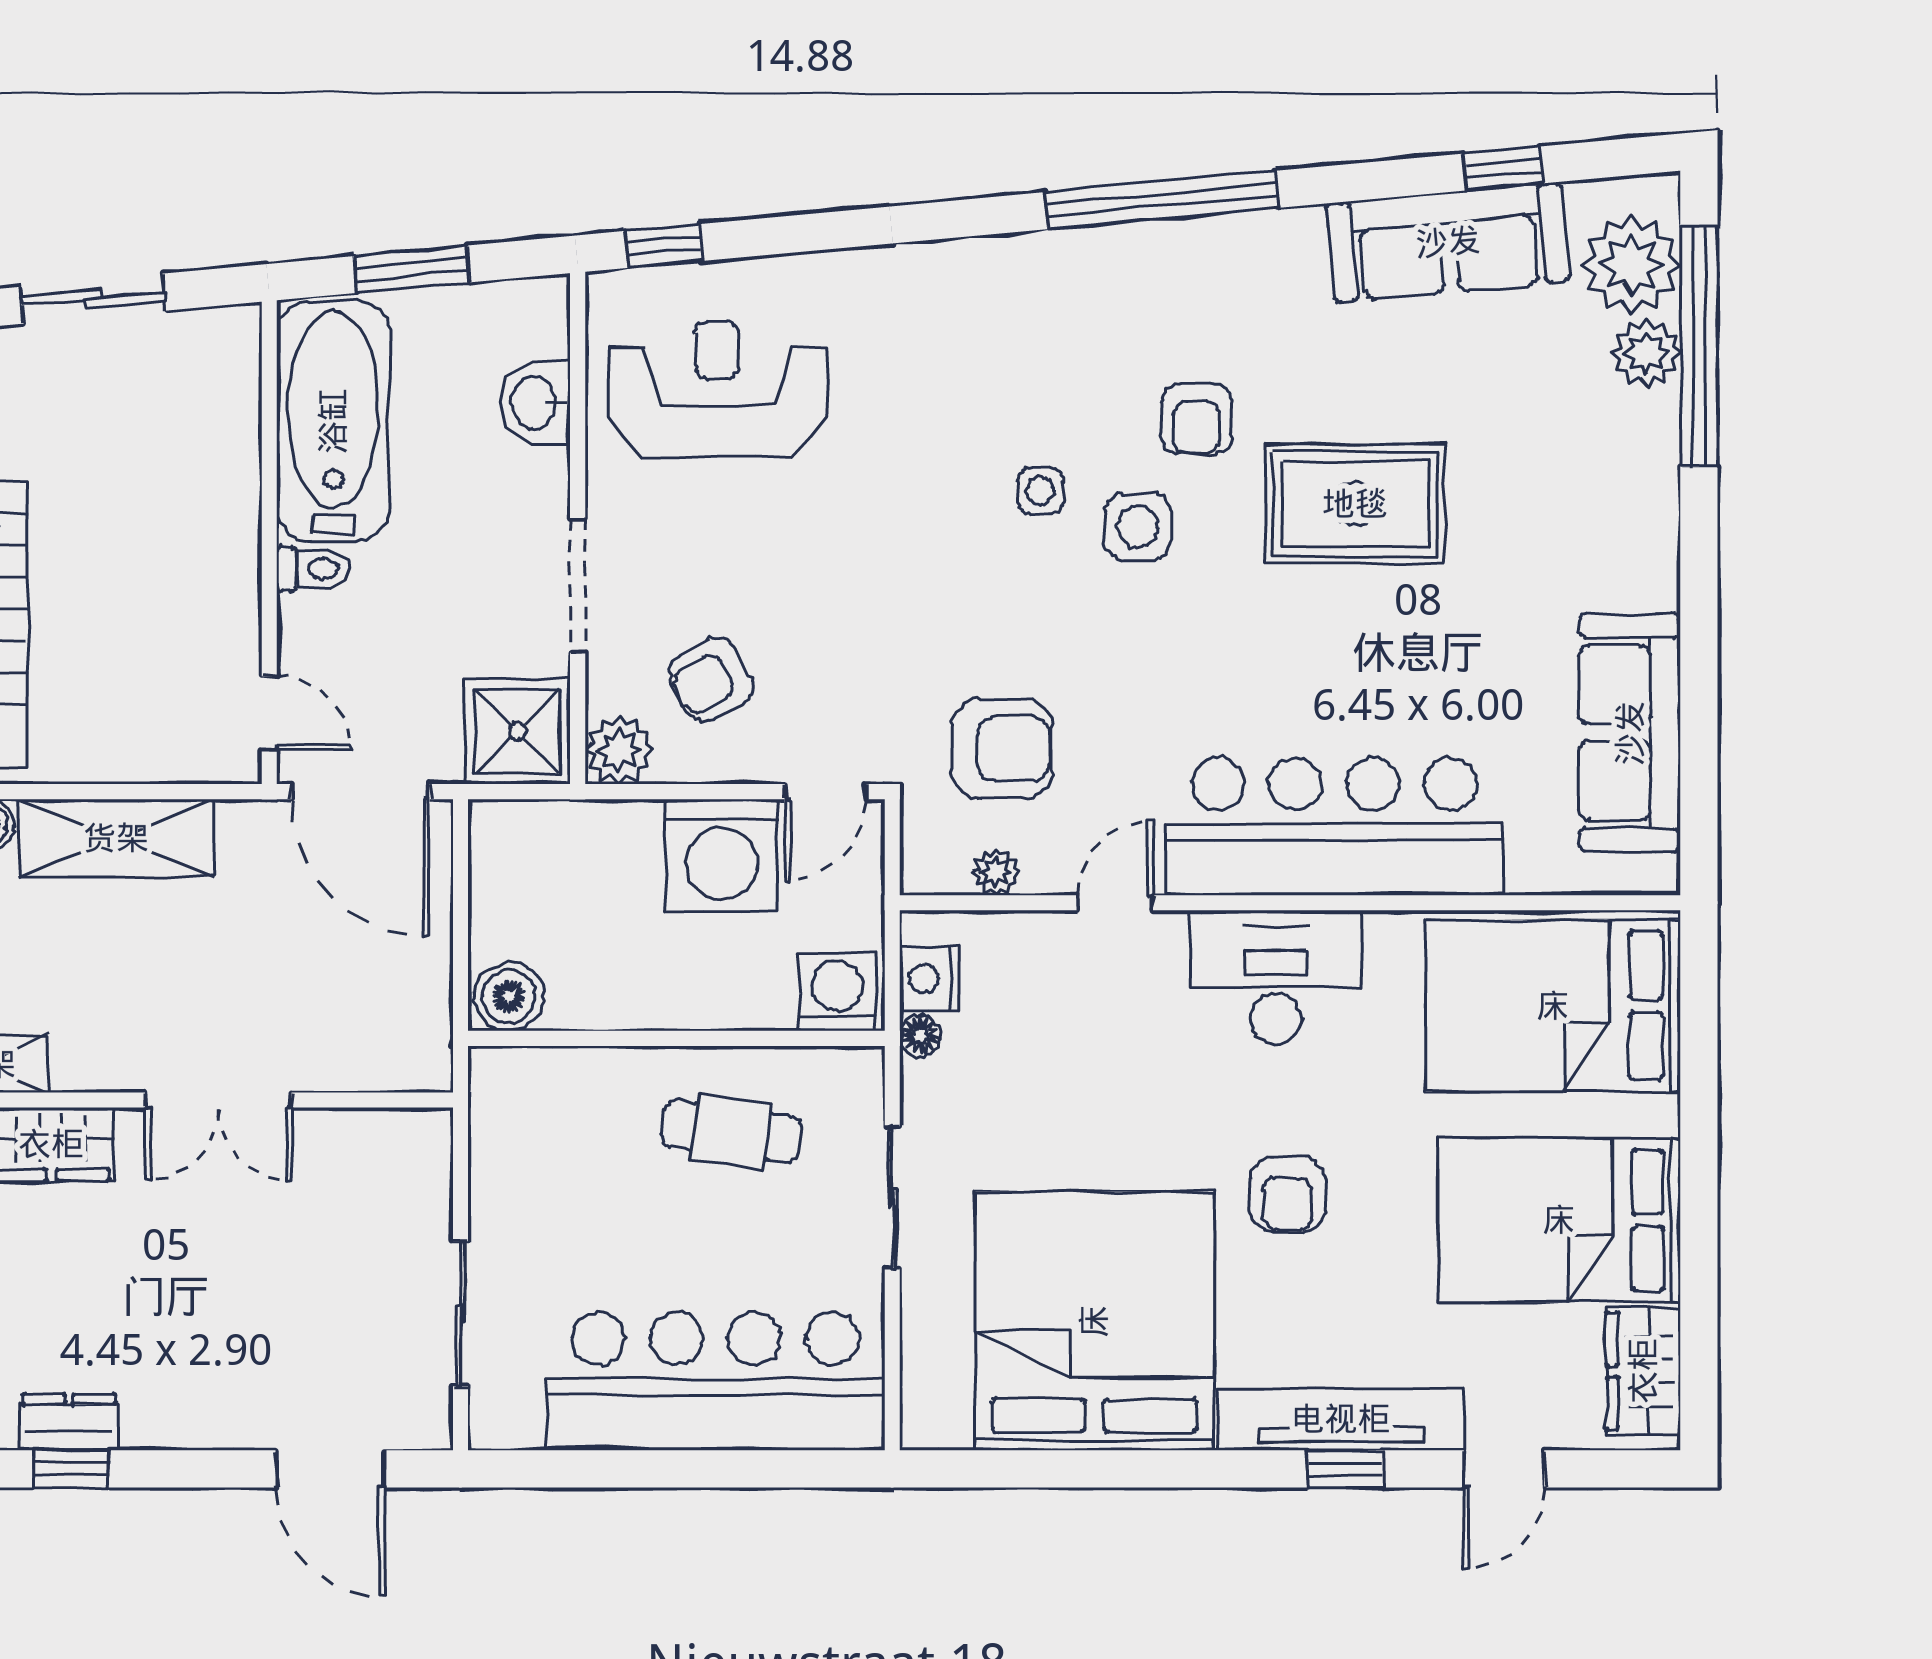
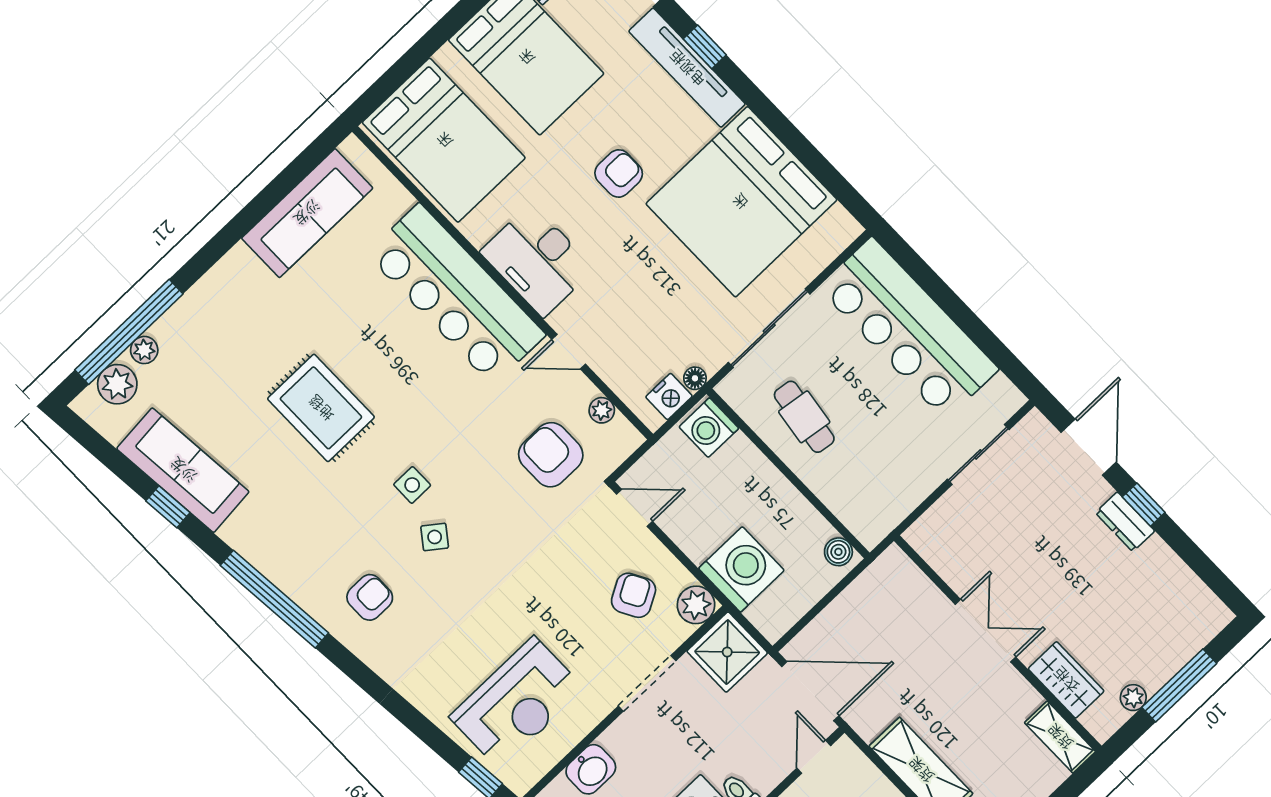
window: (1503, 168) -> (168, 507), moved
plant: (1631, 265) -> (117, 384), width x0.73, depth x0.73
plant: (1646, 353) -> (144, 350), width x0.73, depth x0.73
reception desk: (717, 389) -> (517, 703), turned -90
armchair: (1196, 419) -> (370, 597), moved
side table: (1040, 491) -> (435, 537), turned 37
side table: (1138, 527) -> (412, 485), width x0.73, depth x0.73
armchair: (711, 680) -> (634, 595), turned -90
door: (360, 792) -> (810, 691), hinge flipped
washing machine: (722, 855) -> (741, 569), moved
boiler: (509, 996) -> (838, 552), width x0.73, depth x0.73
sliding door: (892, 1197) -> (769, 328), width x1.37
dresser: (69, 1422) -> (1125, 522), moved
window: (71, 1469) -> (1144, 505), moved

